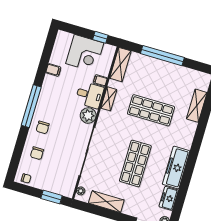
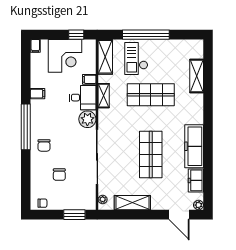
filing cabinet: (61, 37) -> (35, 46), added
filing cabinet: (53, 70) -> (38, 94), moved
checkout: (148, 74) -> (136, 59), added
chair: (37, 153) -> (59, 175), moved

